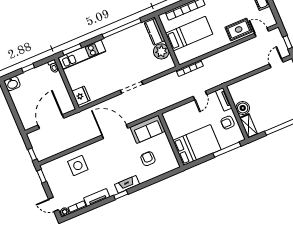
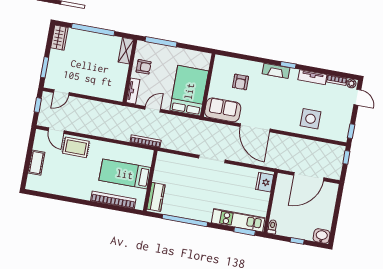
plant: (161, 51) -> (162, 174), removed
boiler: (243, 108) -> (120, 71), removed
bed: (197, 145) -> (189, 91), moved, turned 90

